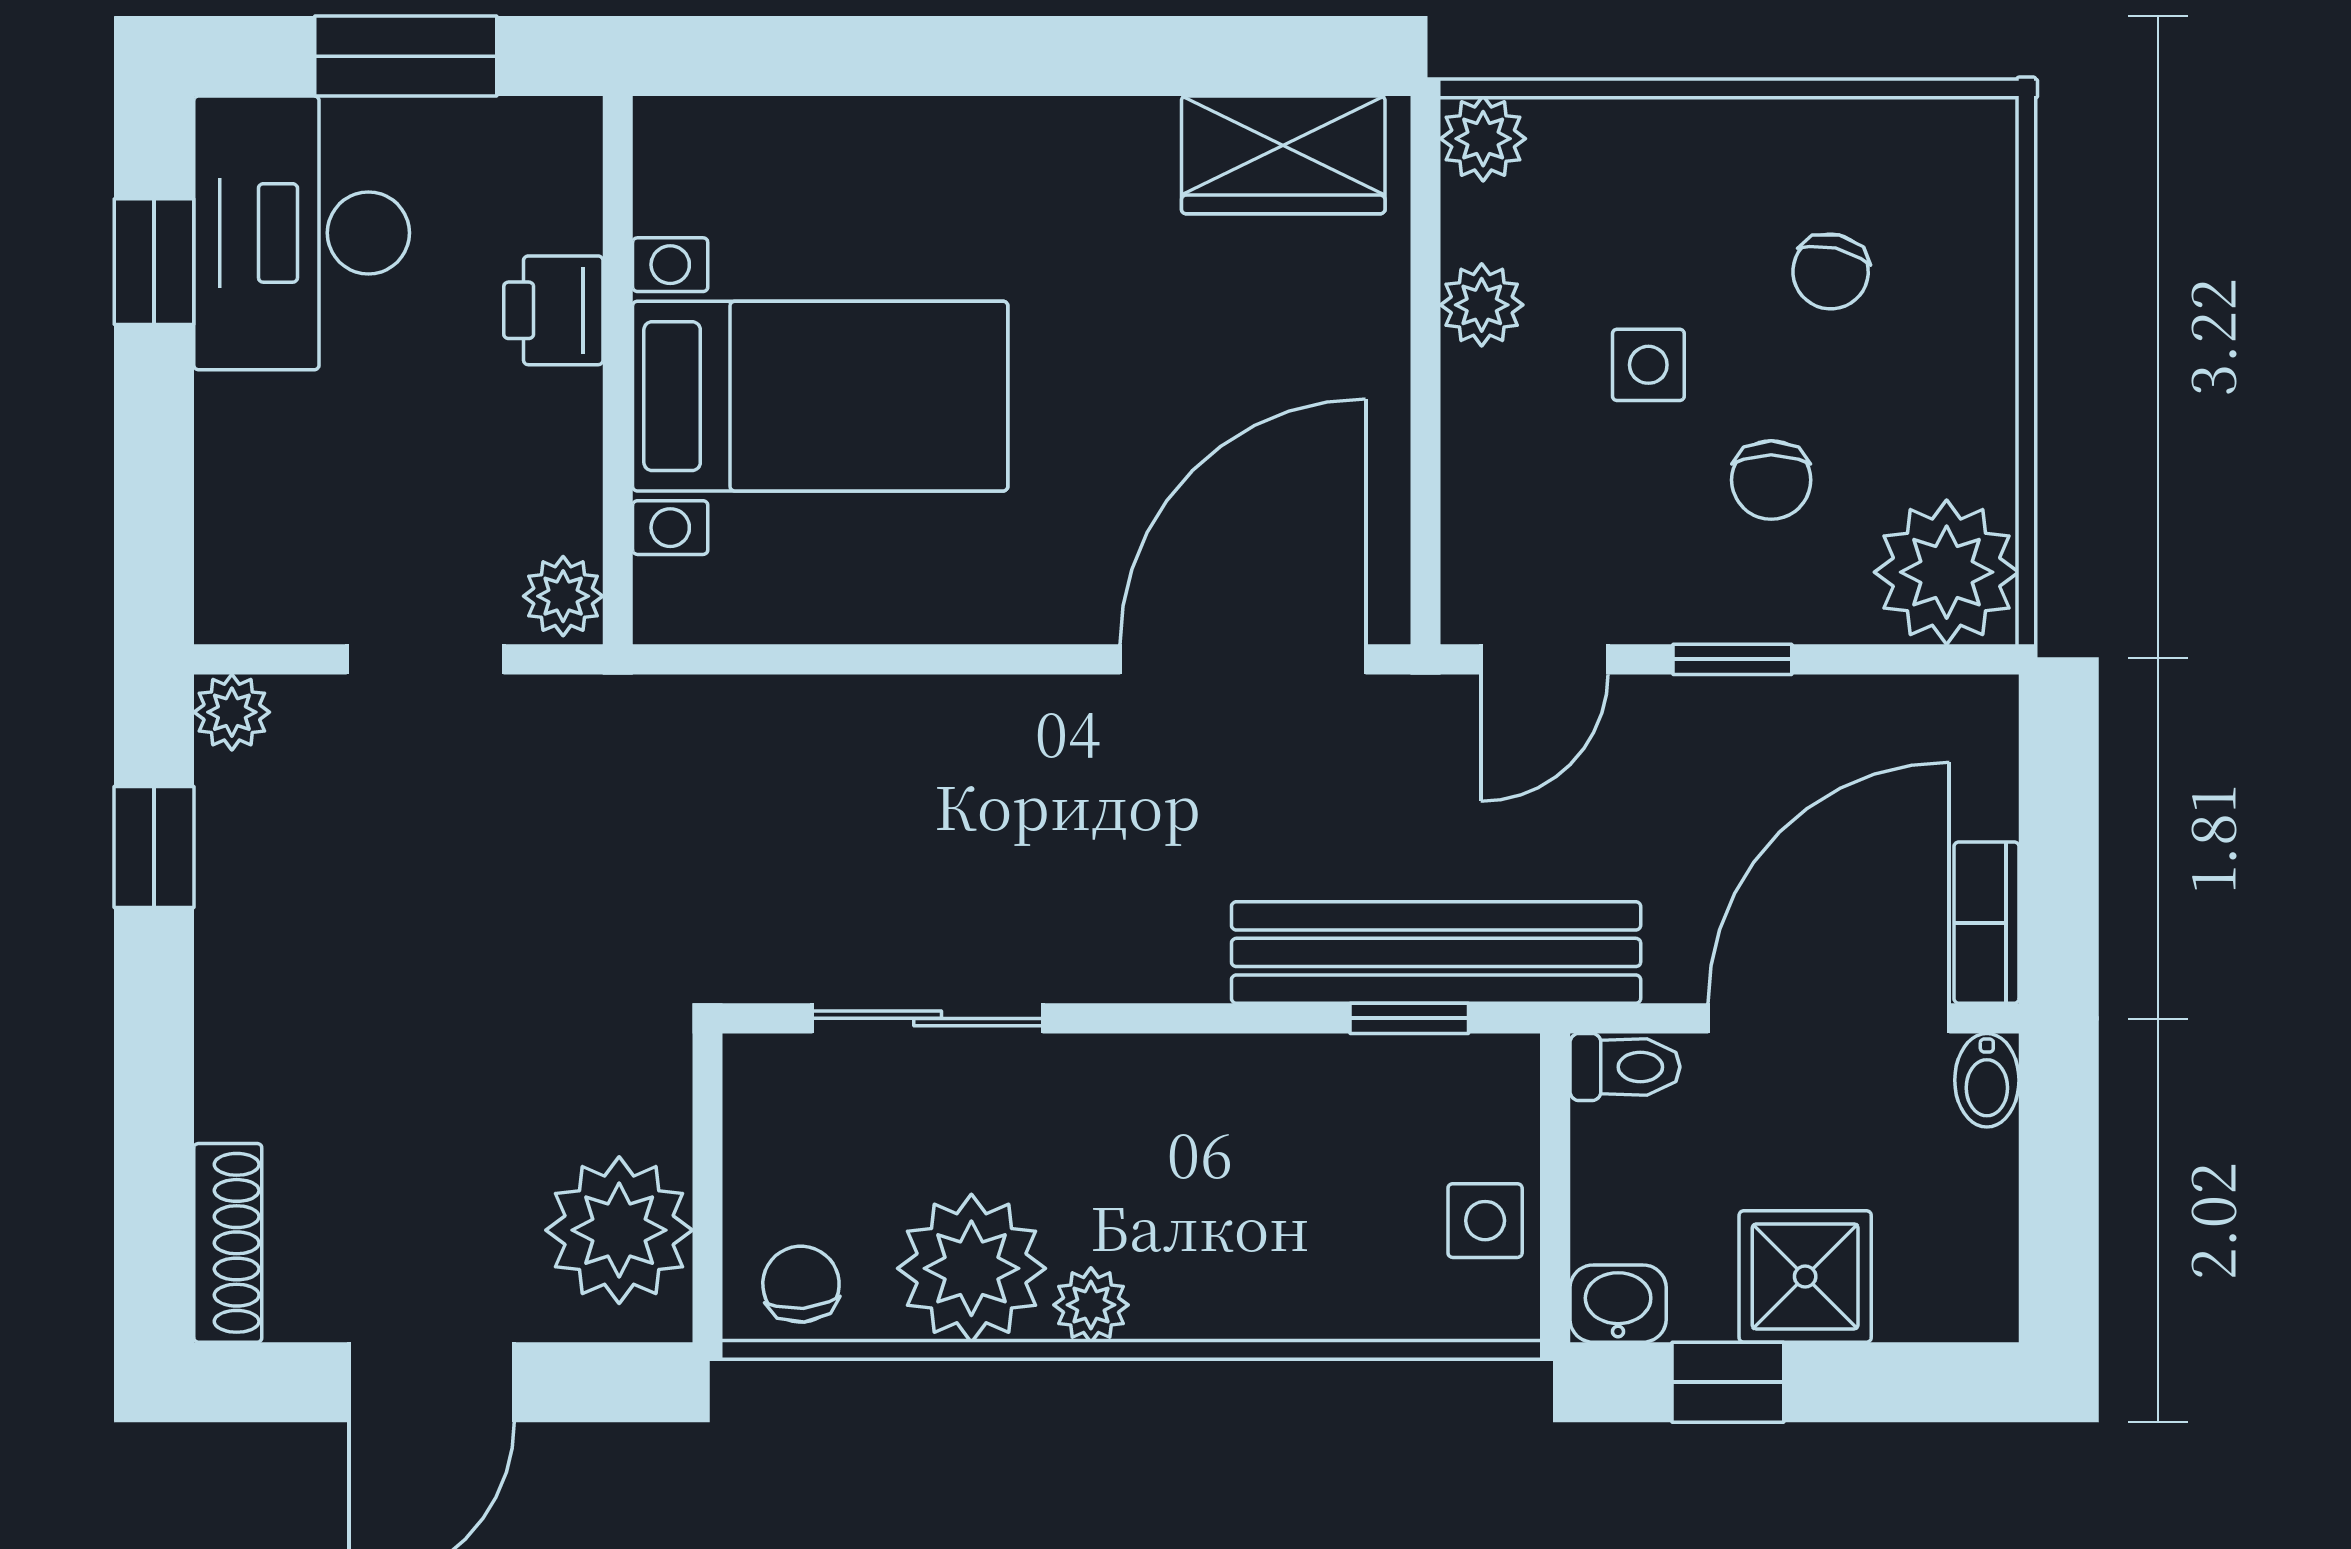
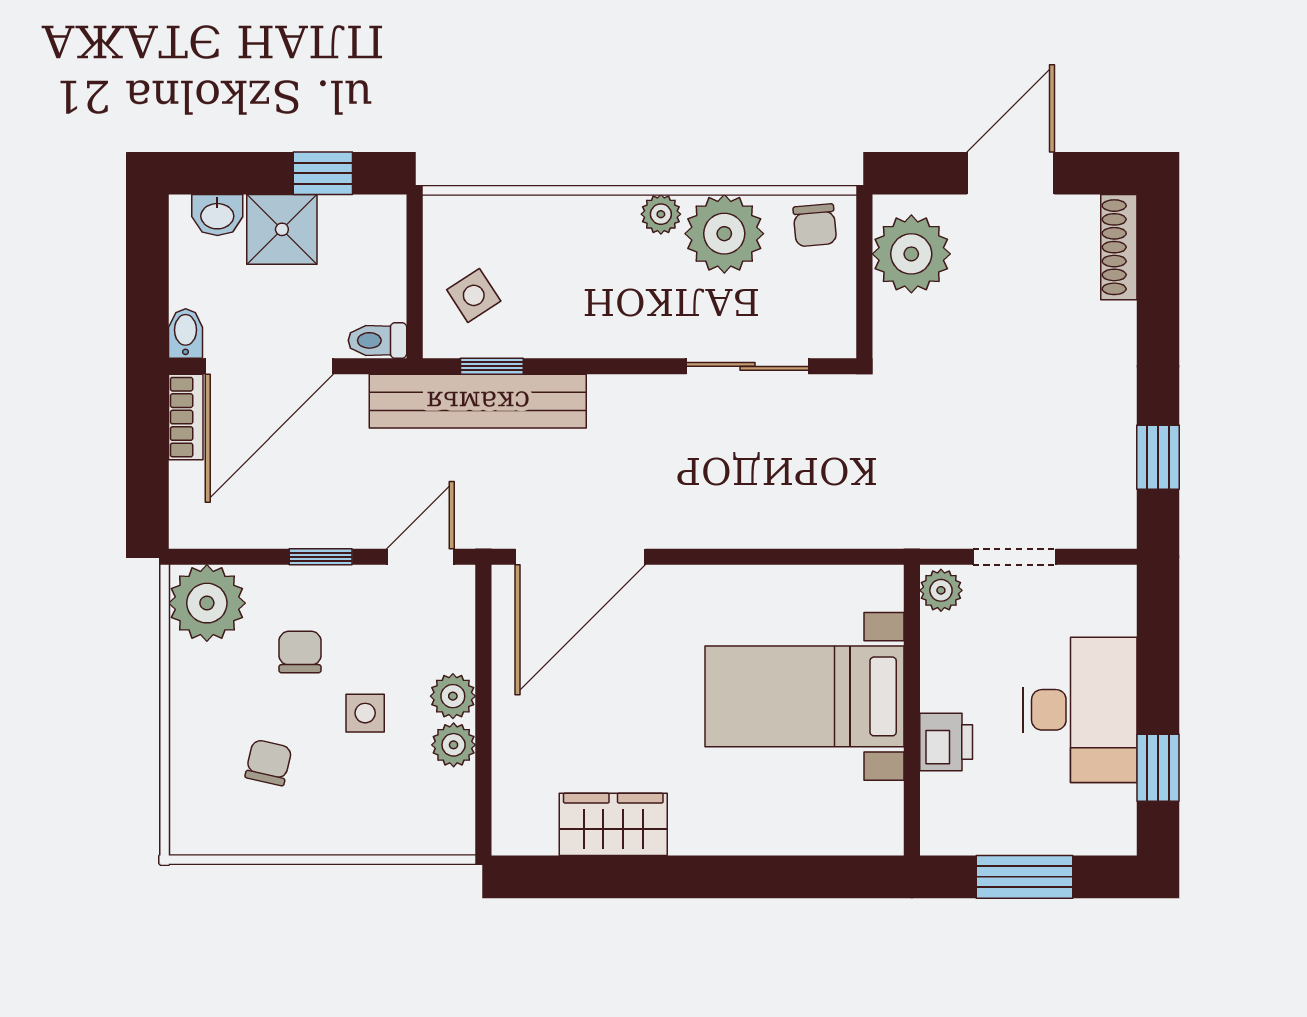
plant: (1483, 139) -> (453, 696), moved
wardrobe: (1283, 155) -> (613, 824), moved
desk: (302, 233) -> (1080, 710), moved
plant: (232, 712) -> (1117, 529), removed
side table: (1485, 1221) -> (474, 295), moved, turned -33
washbasin: (1618, 1304) -> (217, 215), moved

